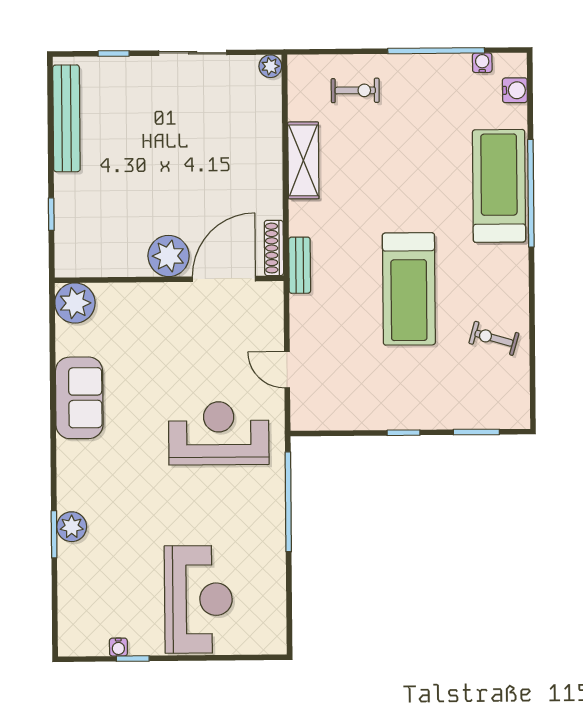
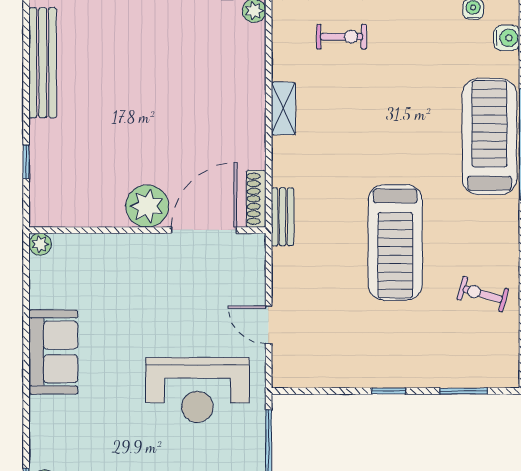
shelving: (303, 160) -> (283, 108), width x0.67, depth x0.75
plant: (75, 303) -> (40, 244), width x0.53, depth x0.53
reception desk: (219, 433) -> (197, 390), turned 180

